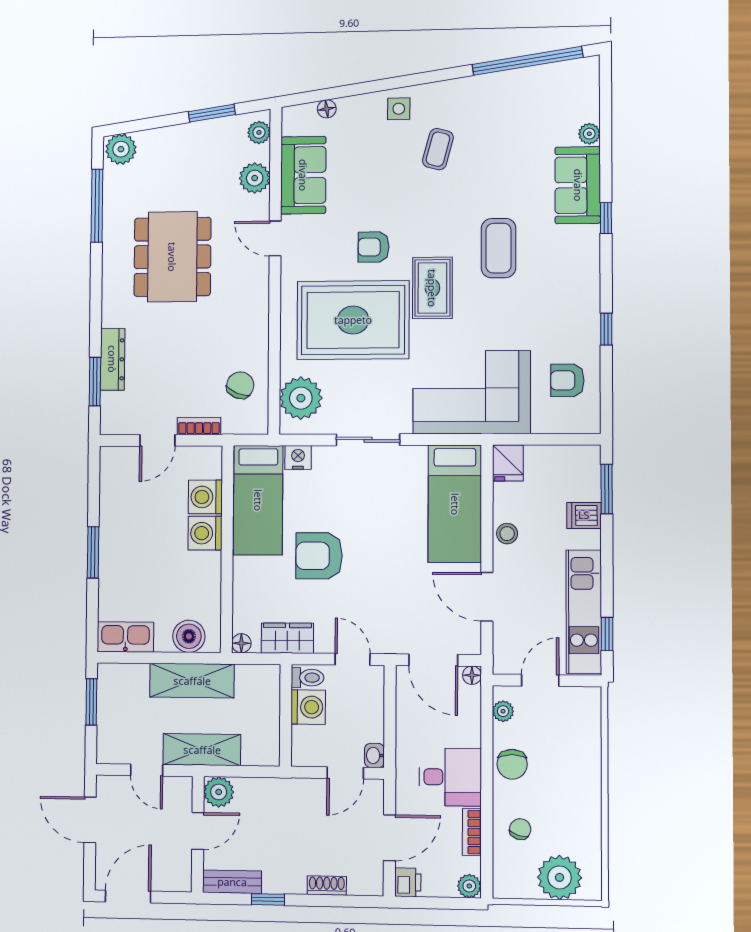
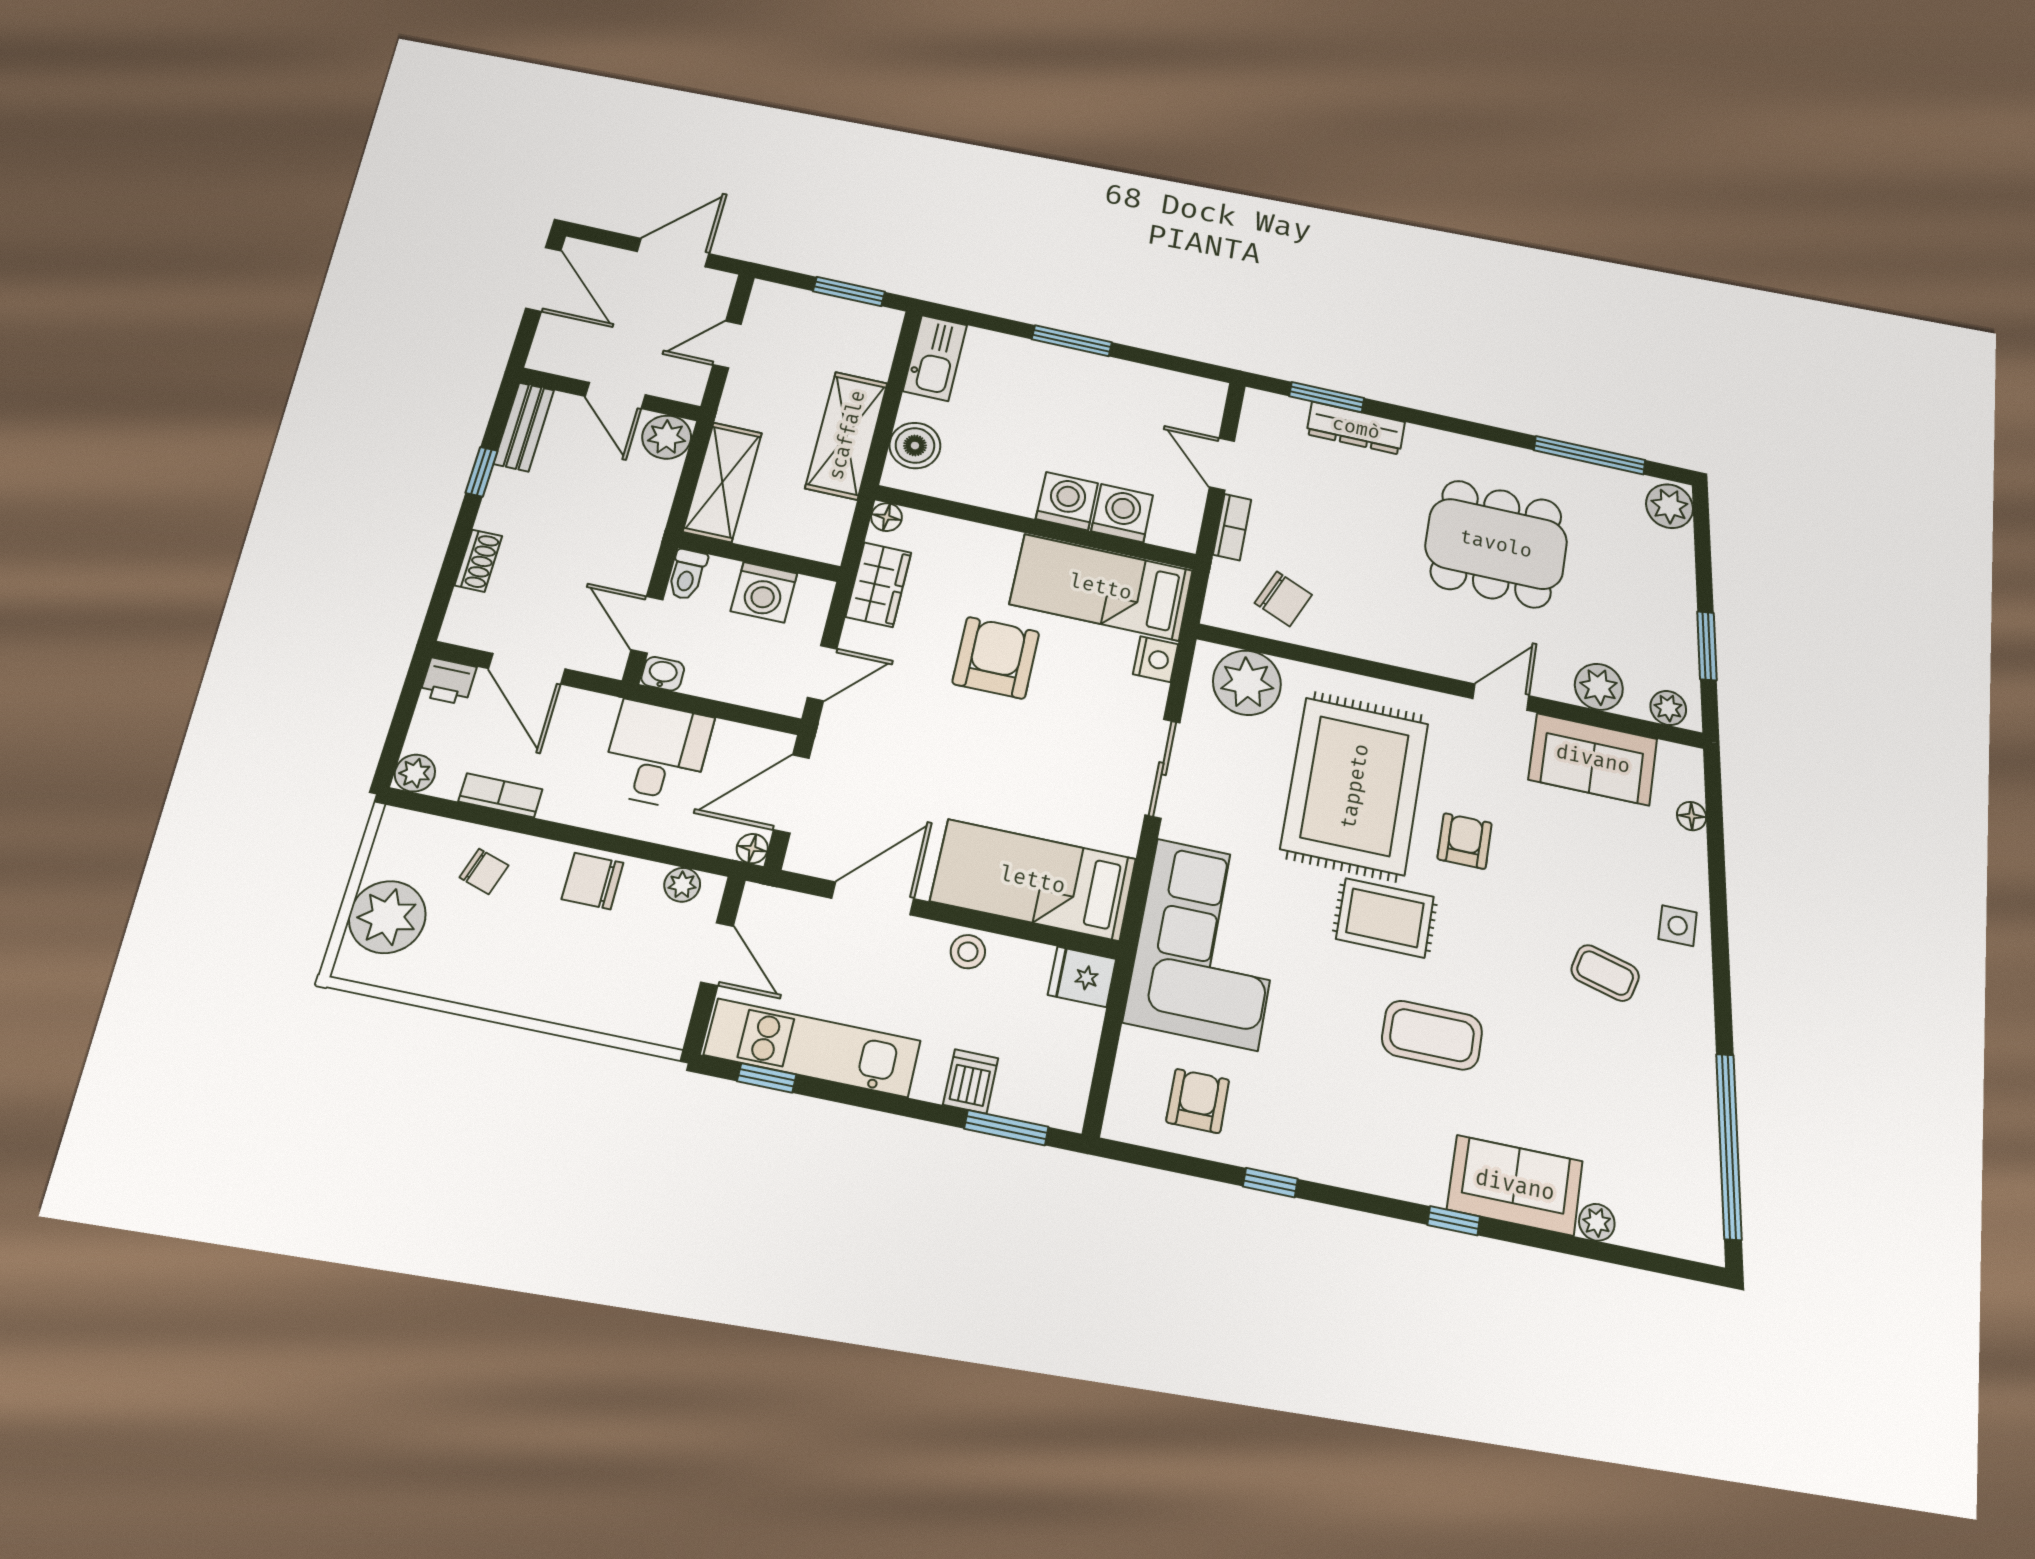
toilet: (308, 678) -> (687, 574), moved
shelving: (202, 750) -> (722, 482), moved
desk: (450, 777) -> (657, 755), moved, turned 180

